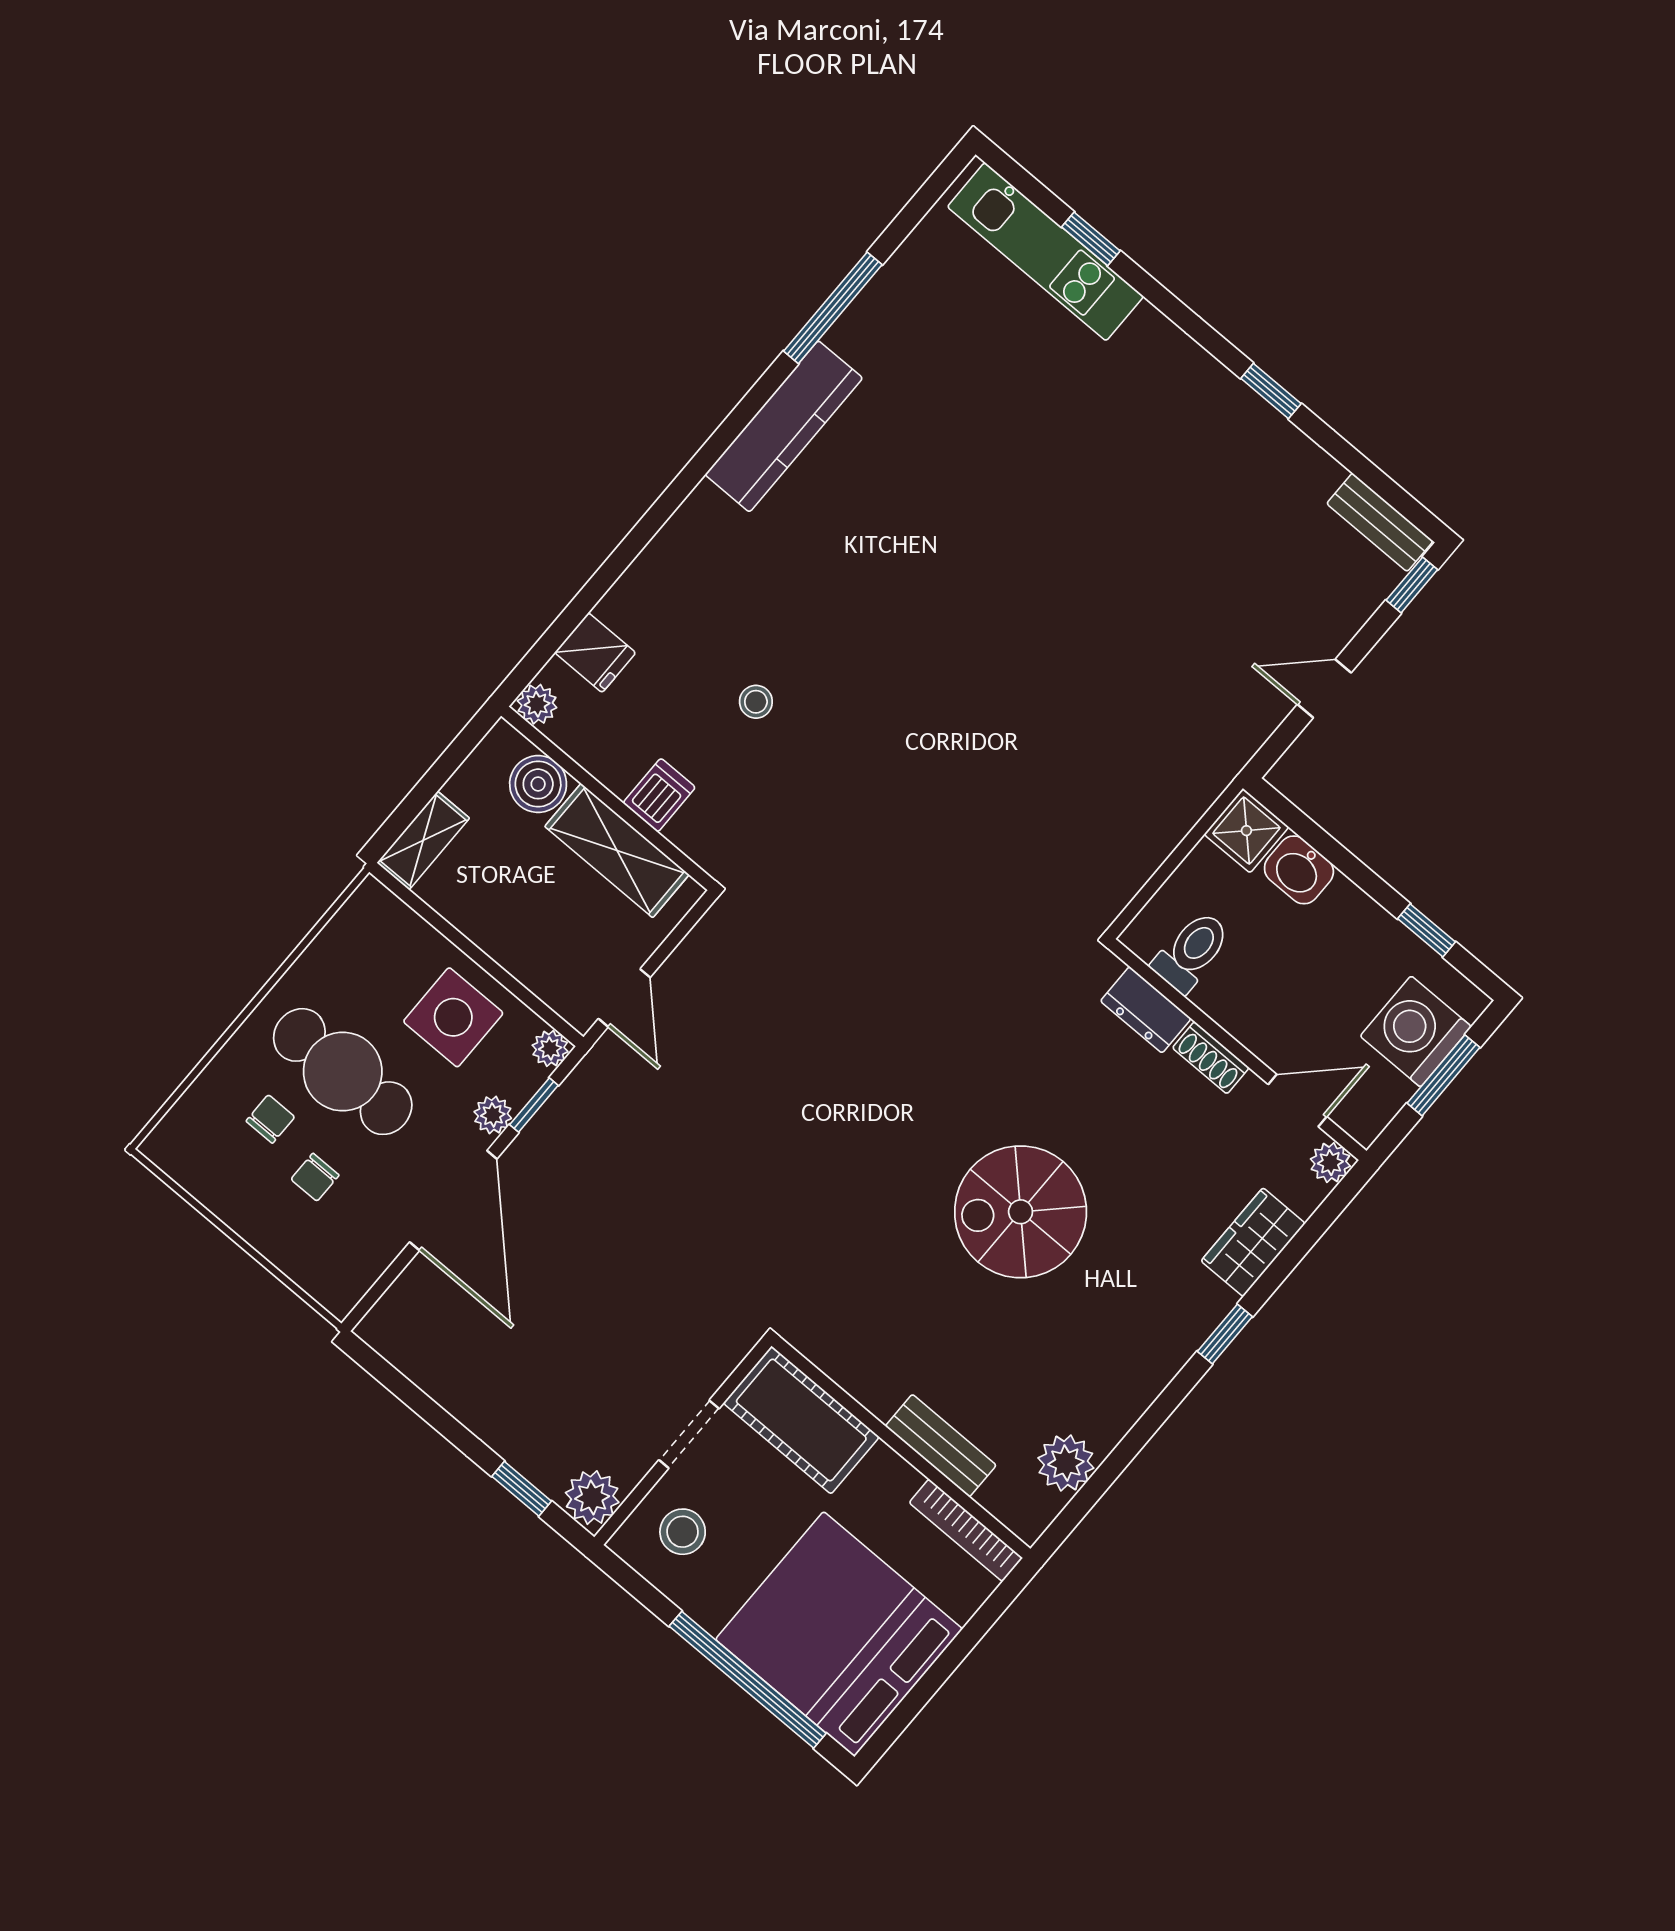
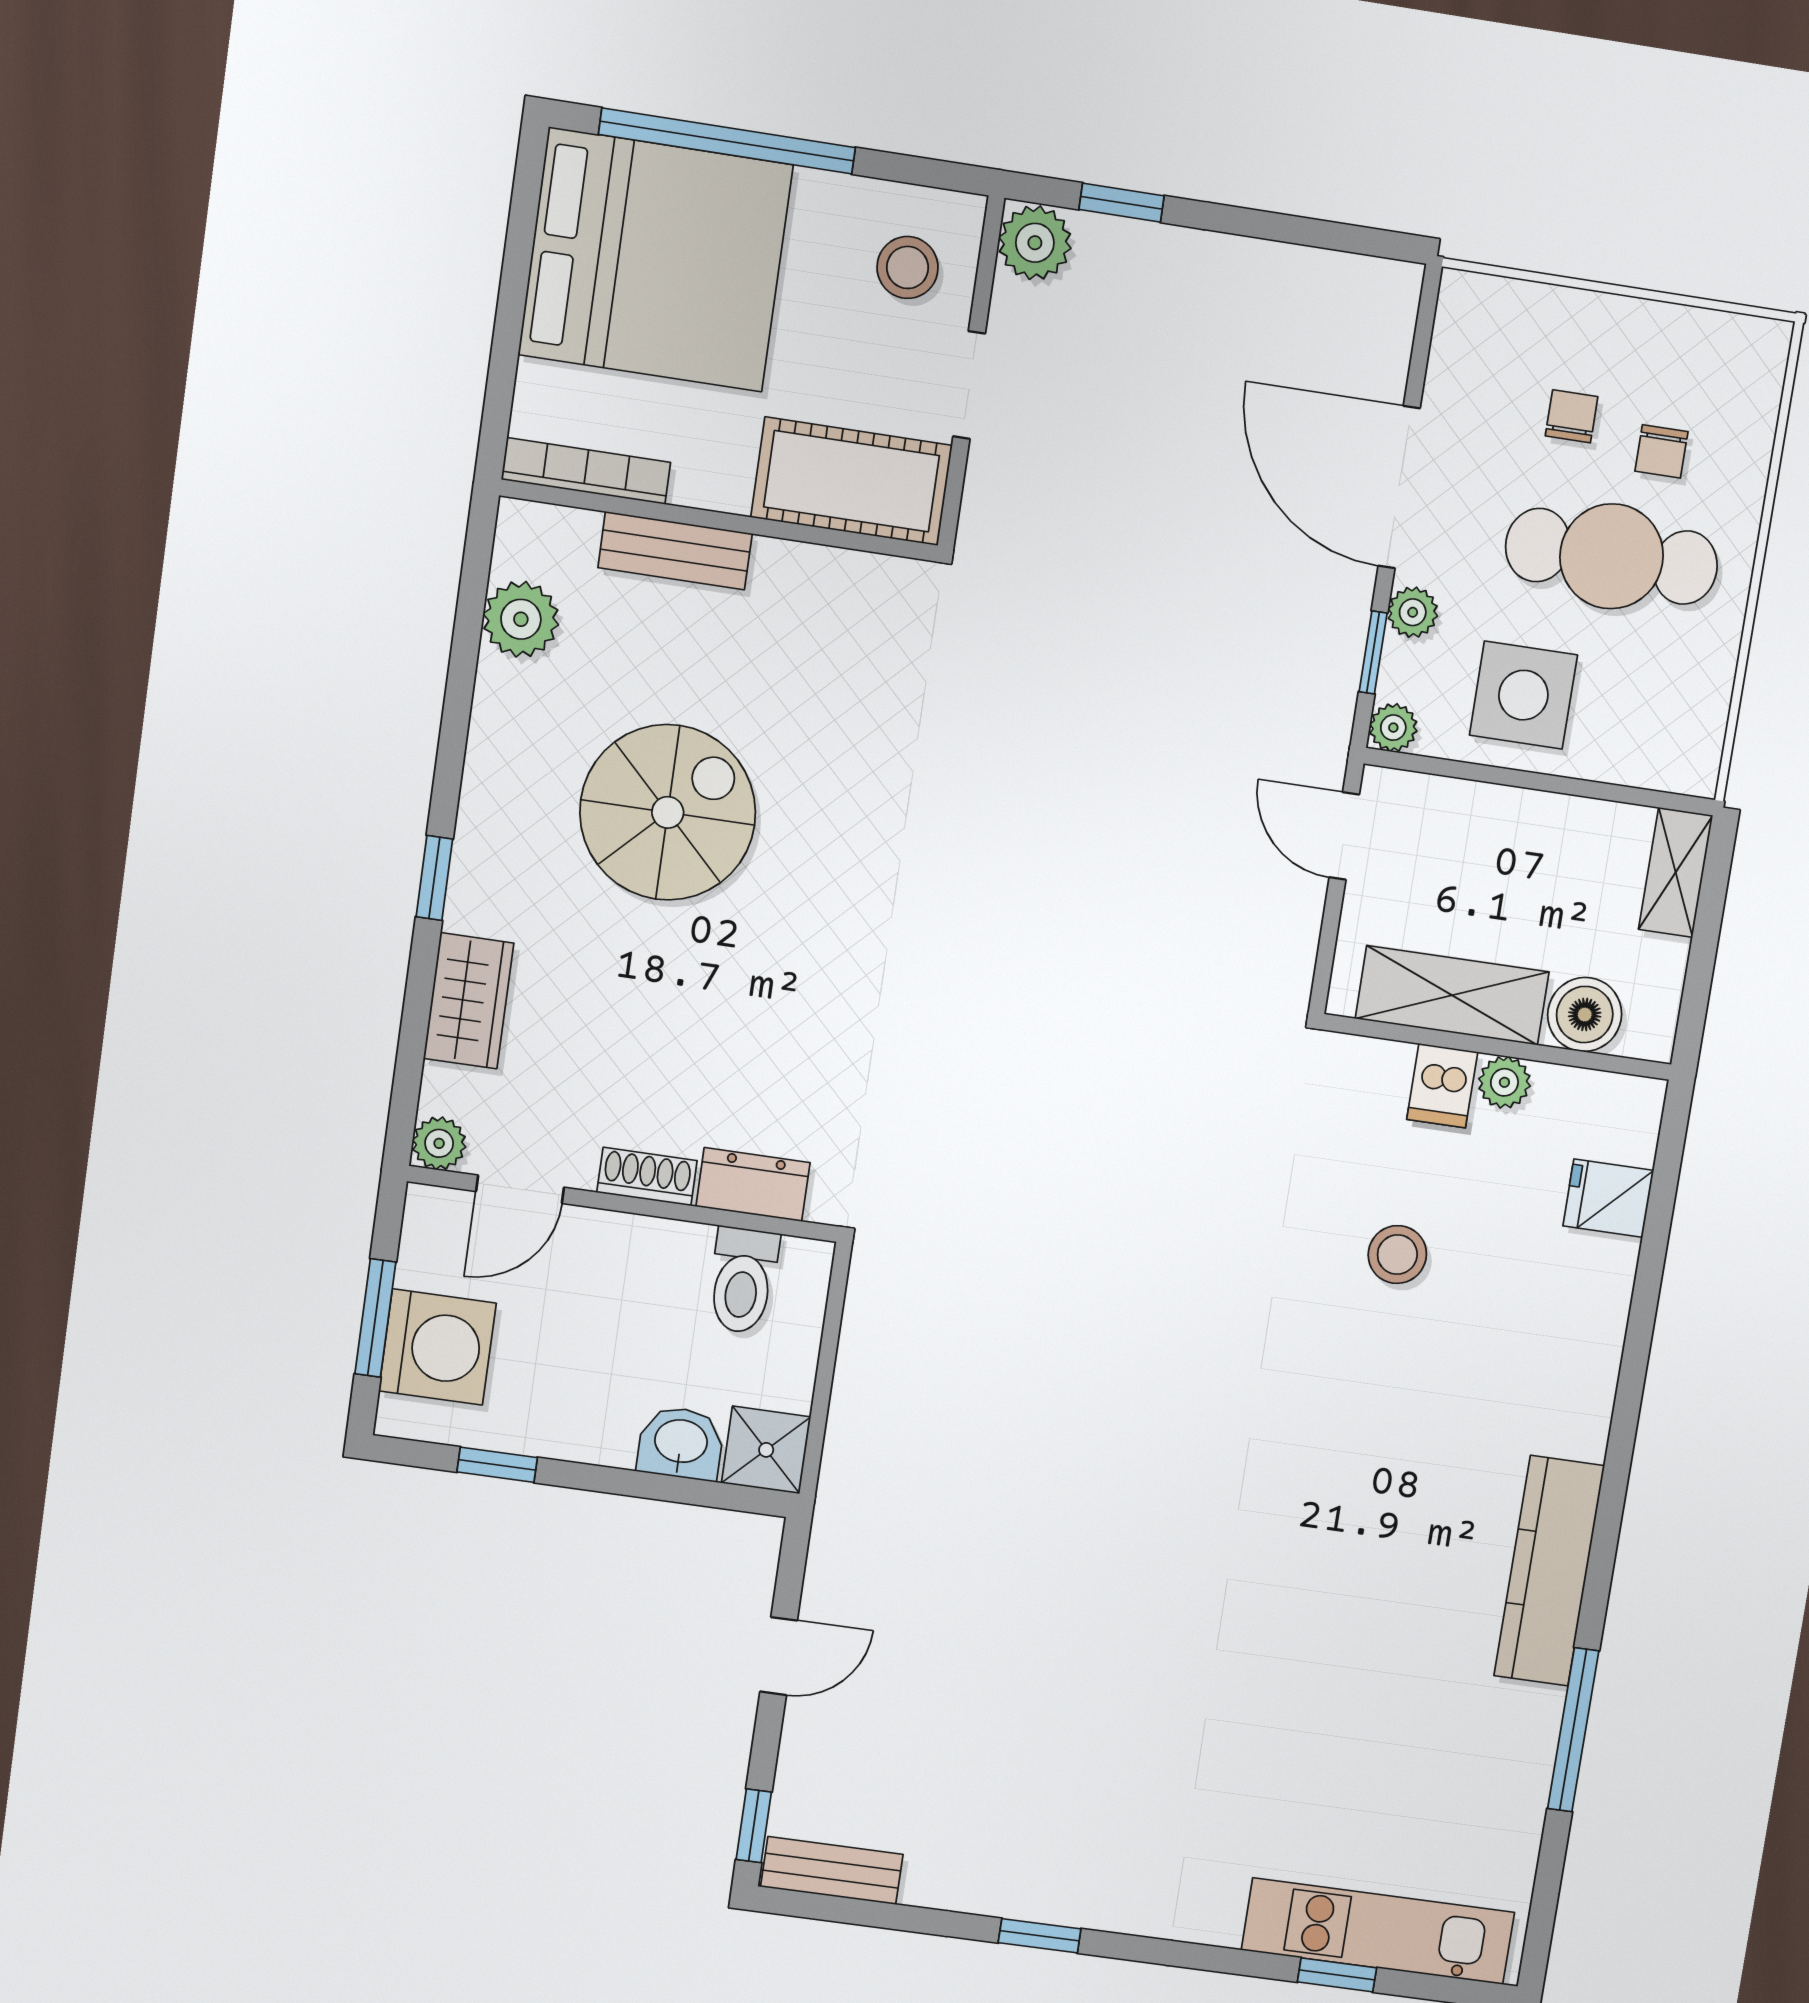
stool: (756, 702) -> (1397, 1255), width x1.37, depth x1.37
plant: (537, 704) -> (1504, 1082), moved
spiral stairs: (1021, 1212) -> (668, 812), moved

